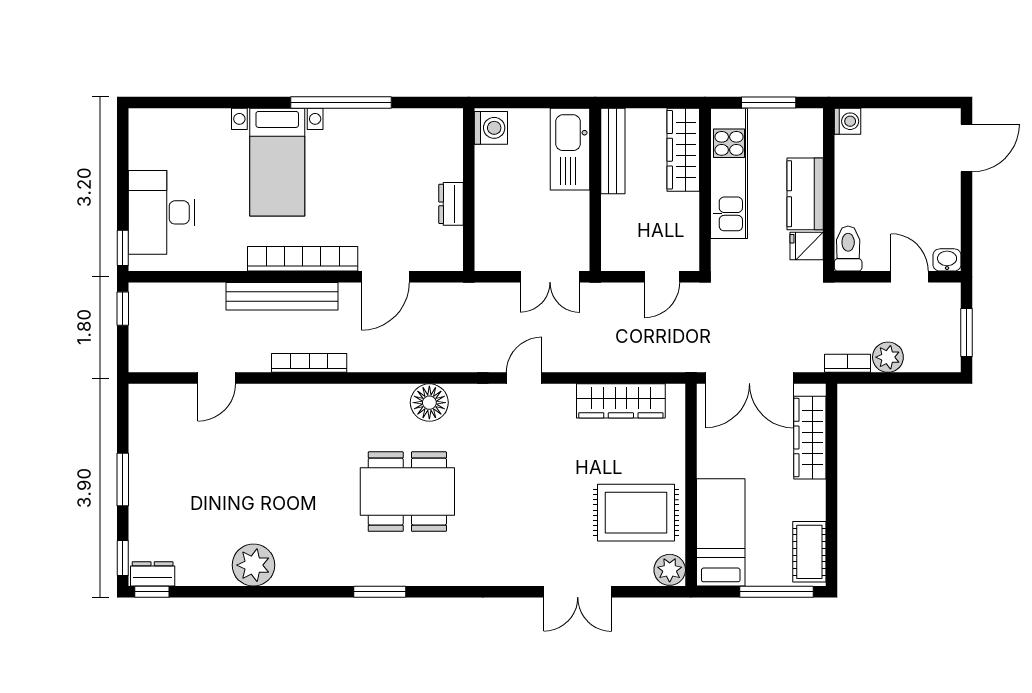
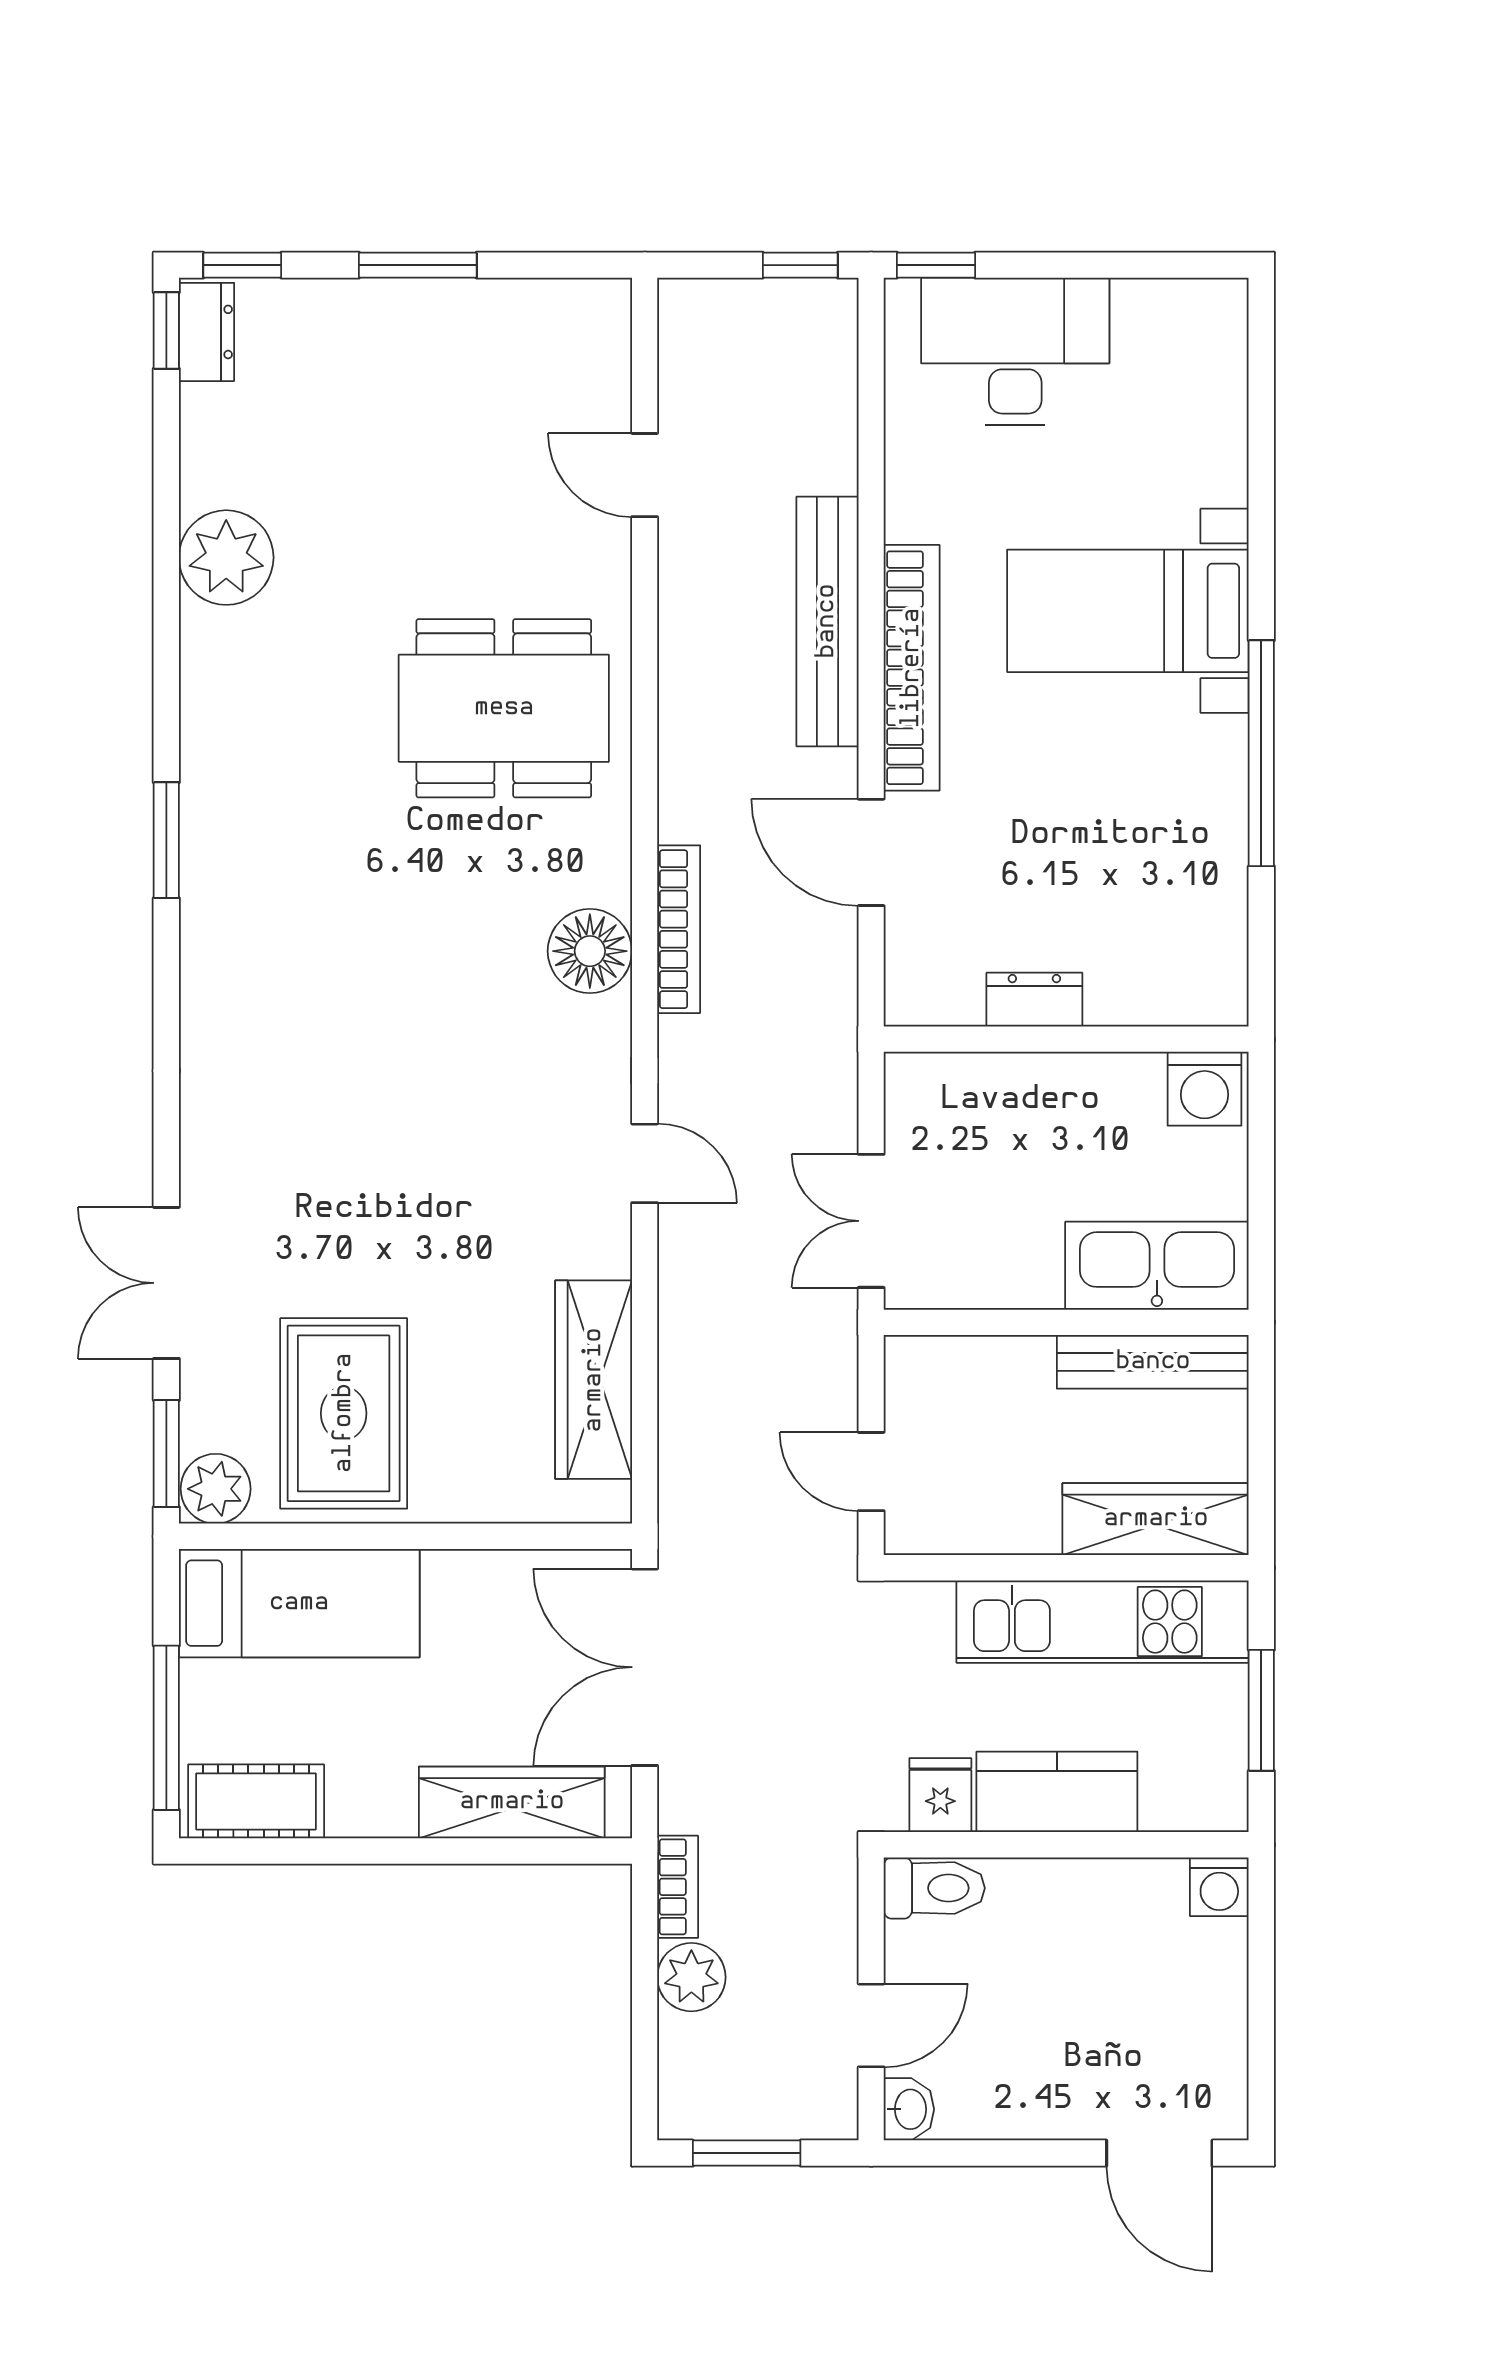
bookcase: (309, 363) -> (679, 929), moved
dining table: (407, 492) -> (504, 708), moved, turned 90
window: (654, 592) -> (166, 1454), added

